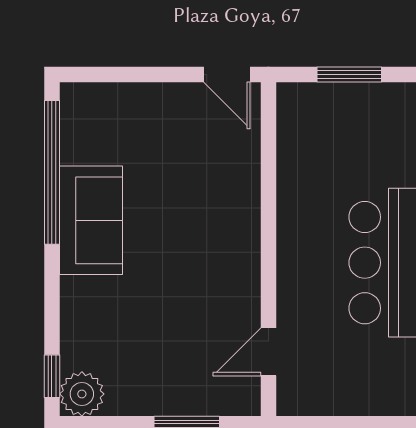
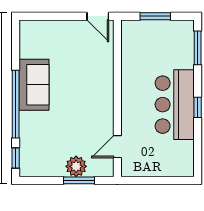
window: (52, 172) -> (16, 104), moved
plant: (82, 394) -> (76, 166), moved

